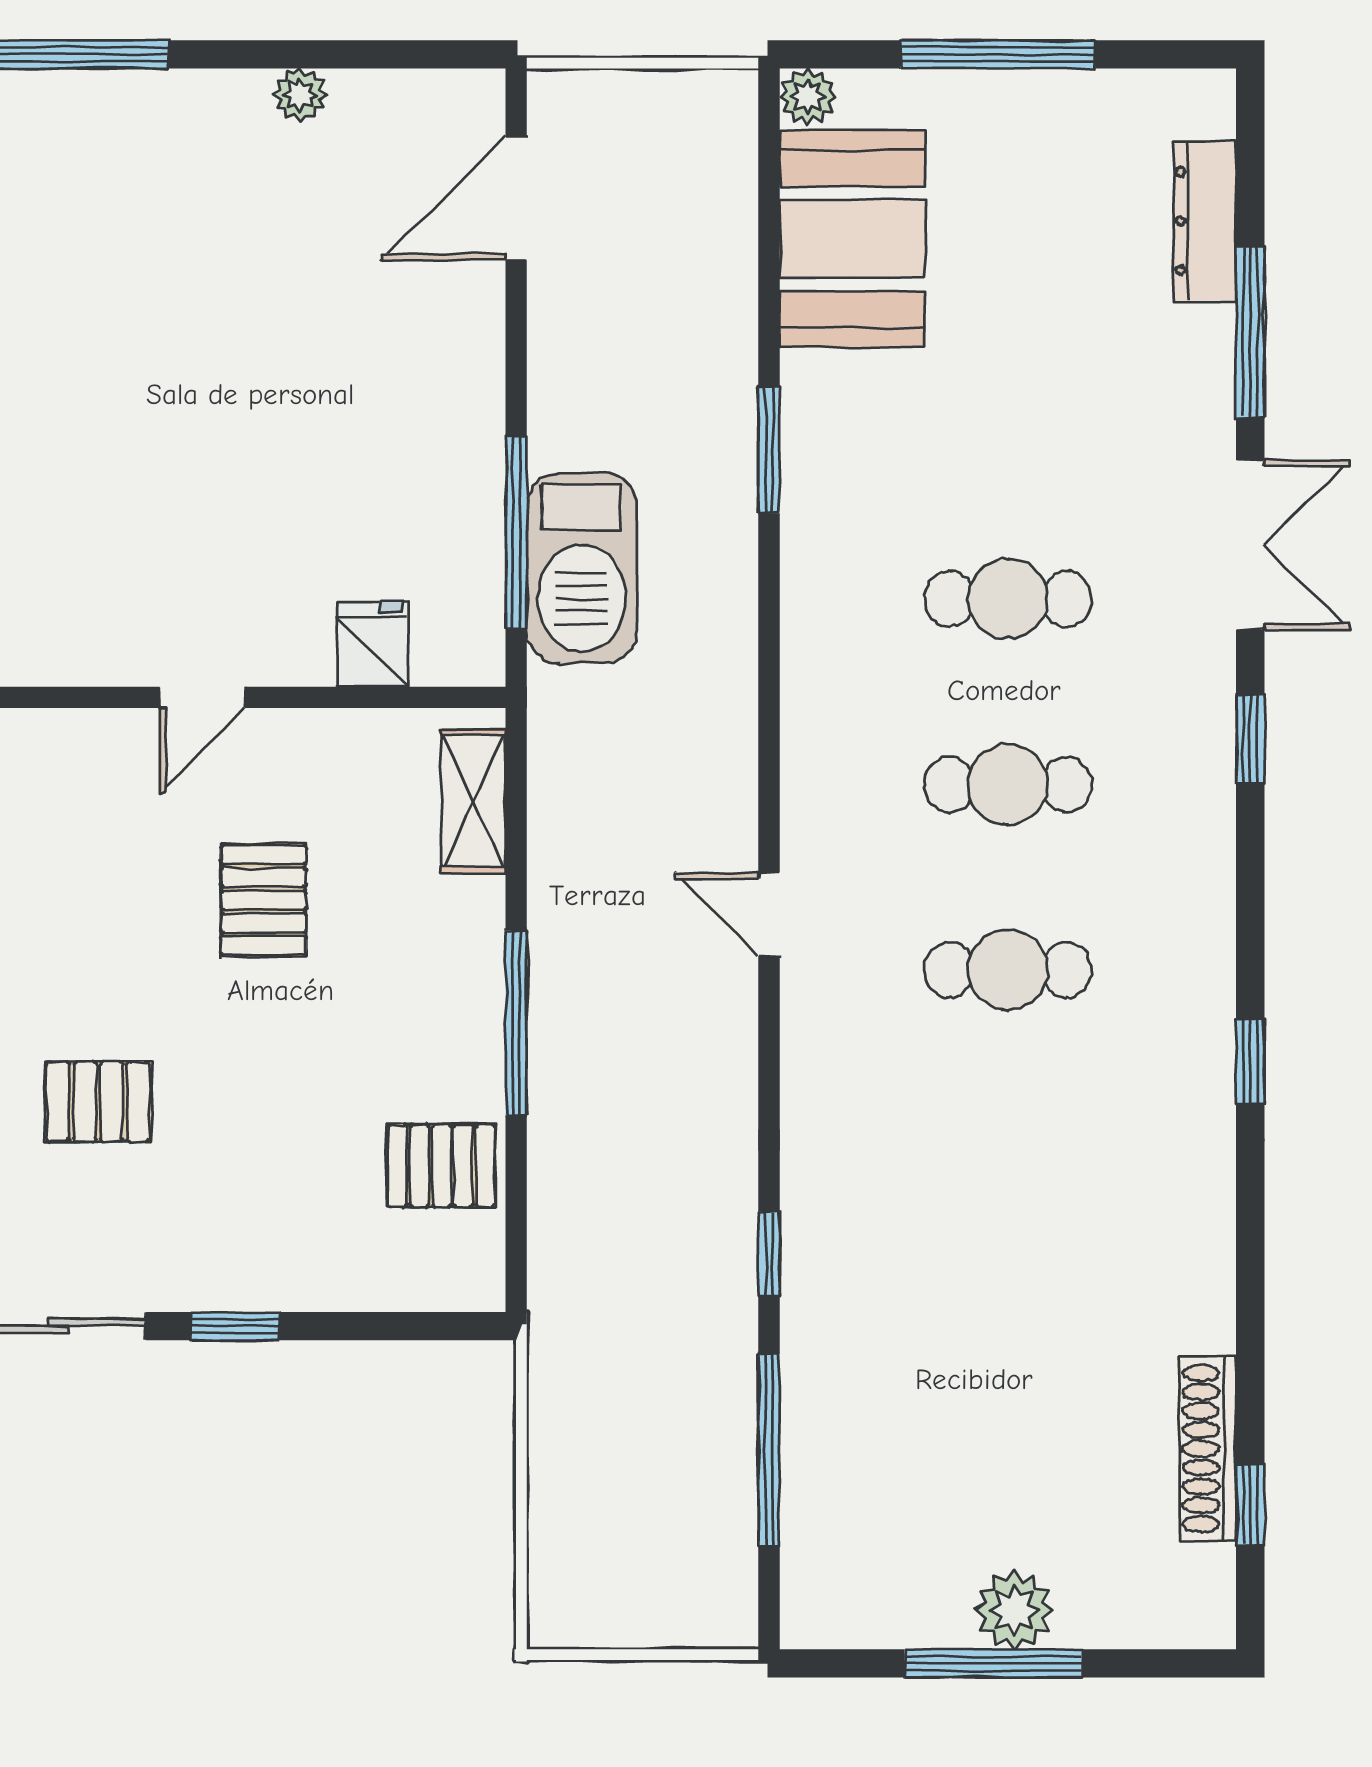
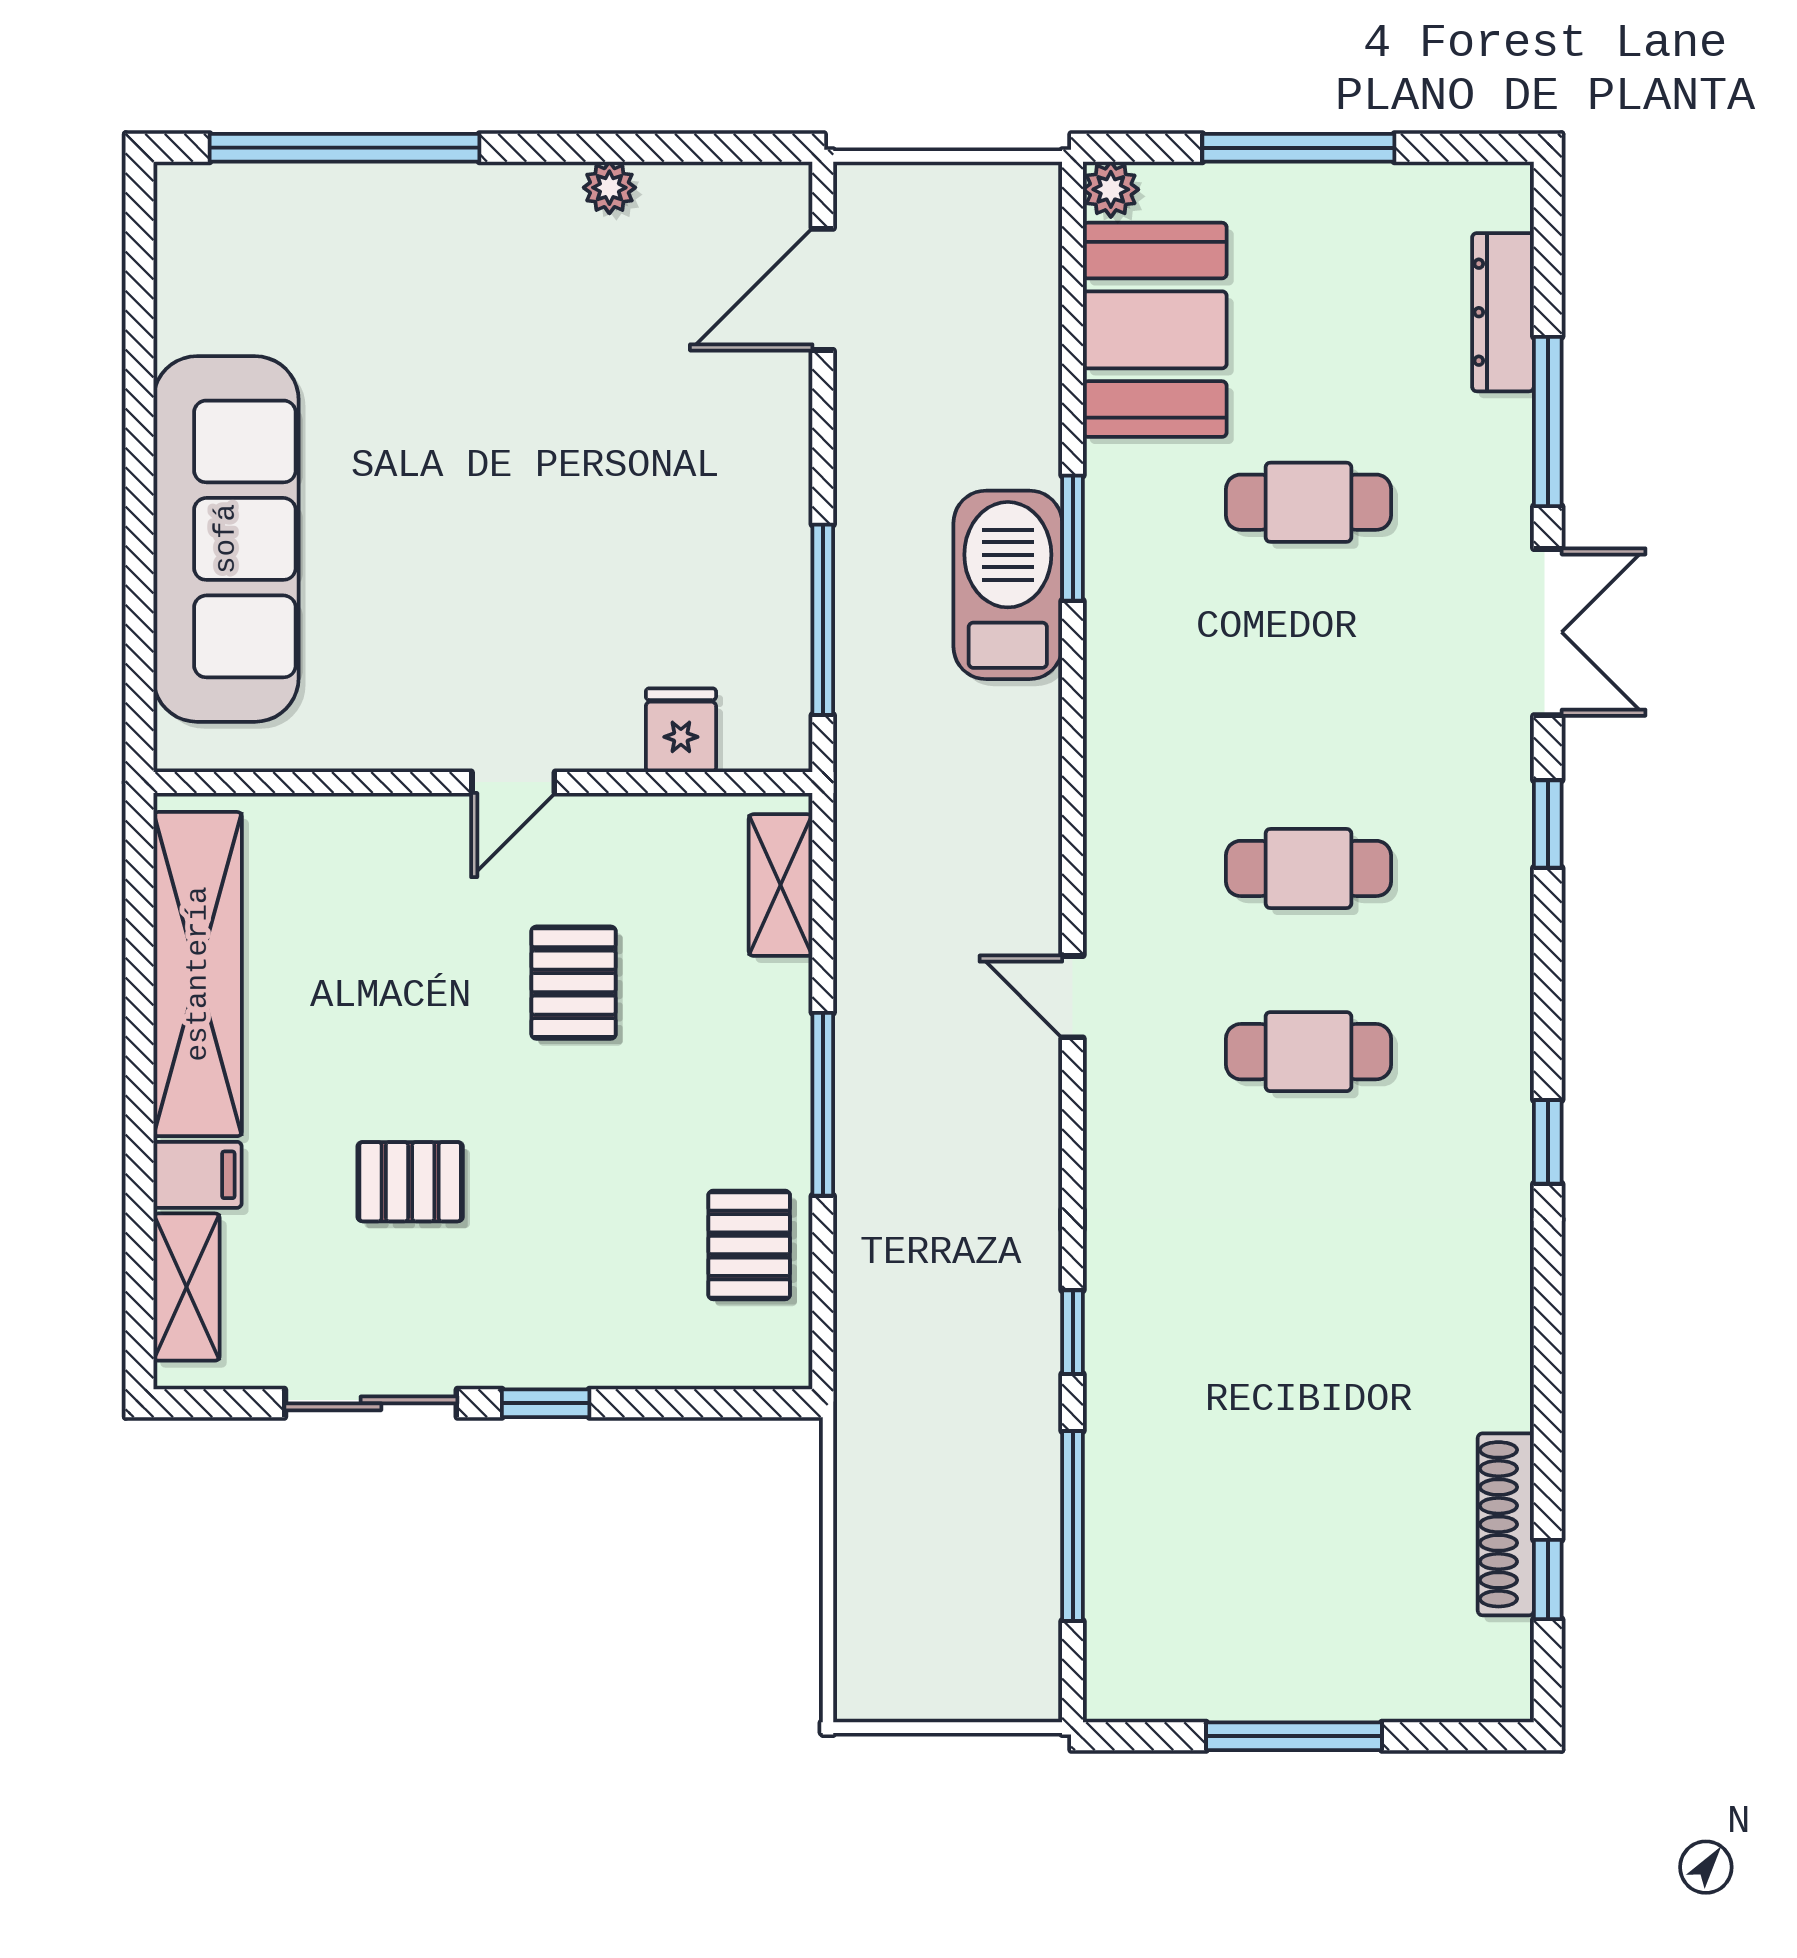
barbecue: (582, 568) -> (1008, 585), moved, turned 180
cafe table: (1008, 599) -> (1308, 502), moved
pallet: (441, 1166) -> (749, 1245), turned 90
plant: (1014, 1610) -> (1315, 1684), removed

